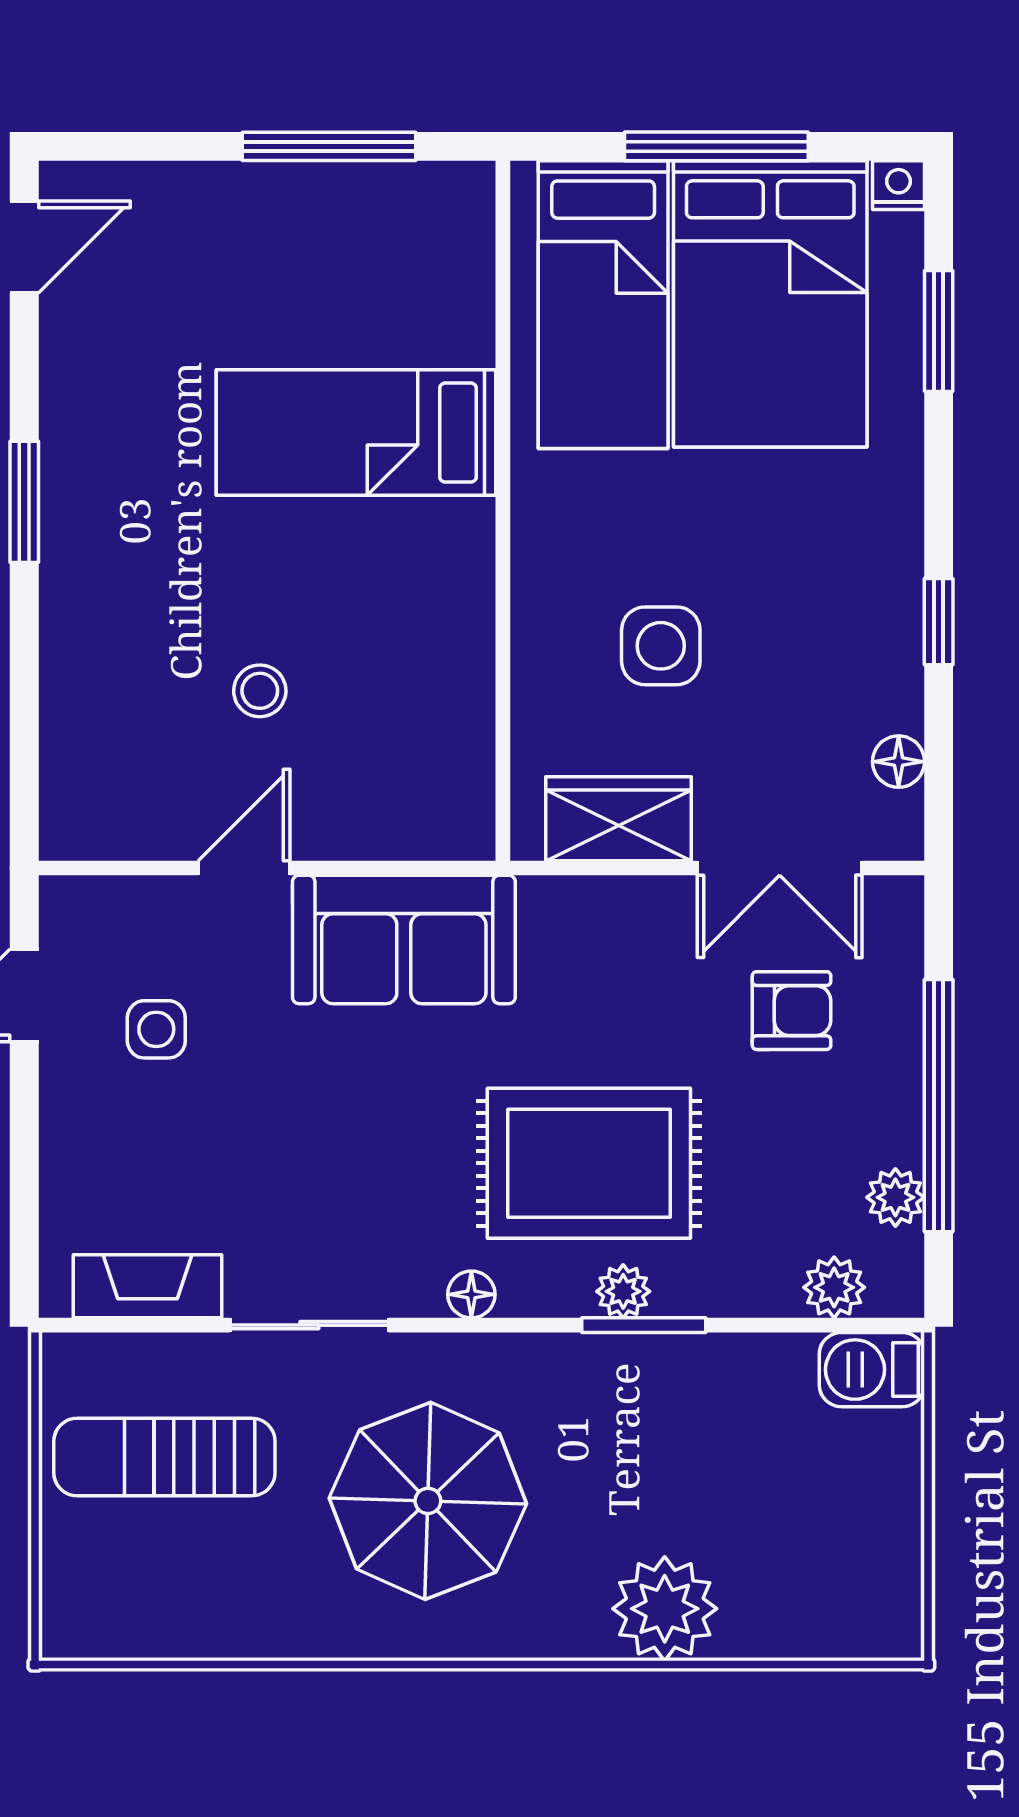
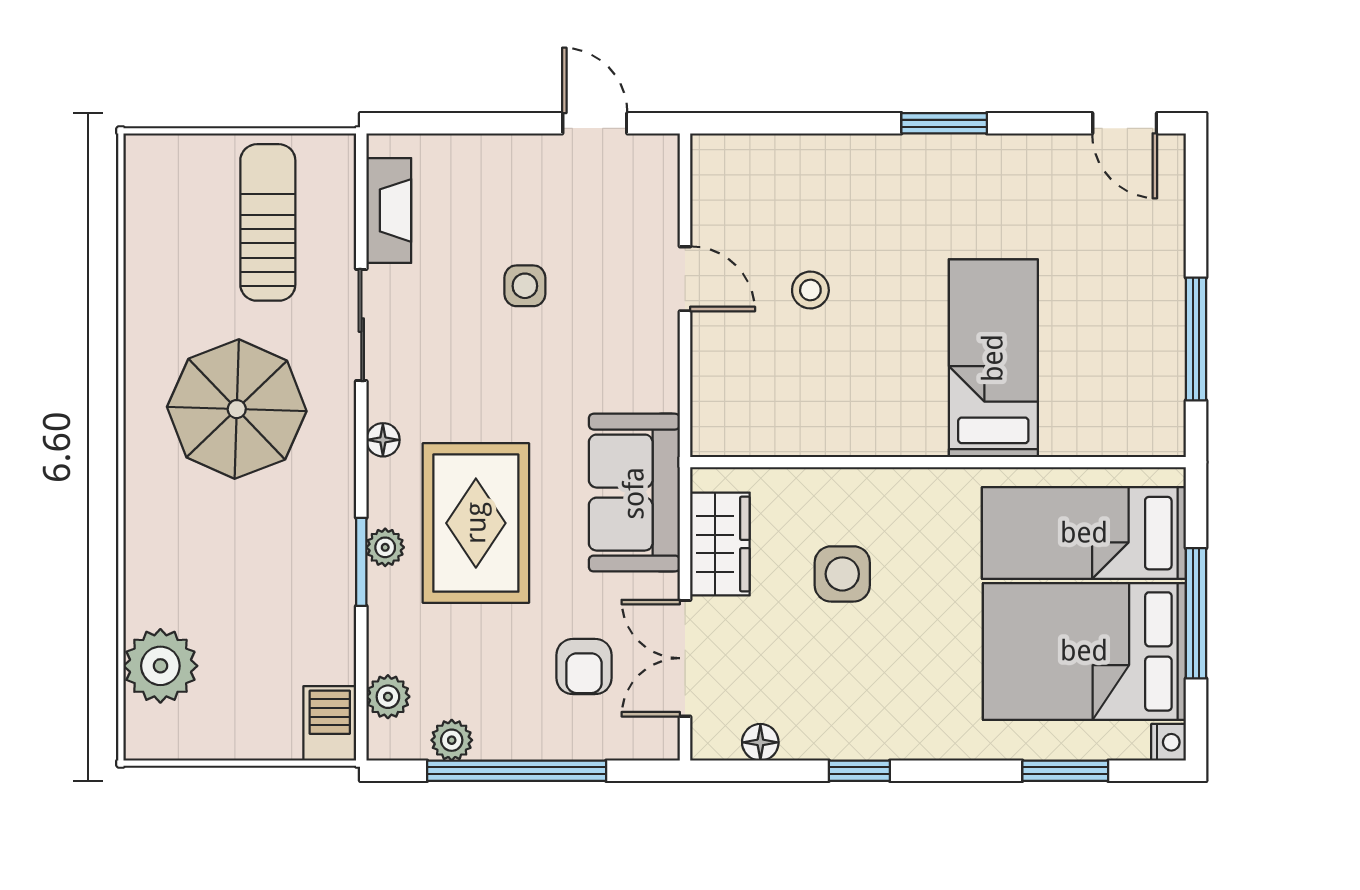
sofa: (404, 939) -> (634, 493), moved
side table: (156, 1029) -> (525, 286), moved
plant: (665, 1609) -> (160, 666), moved

